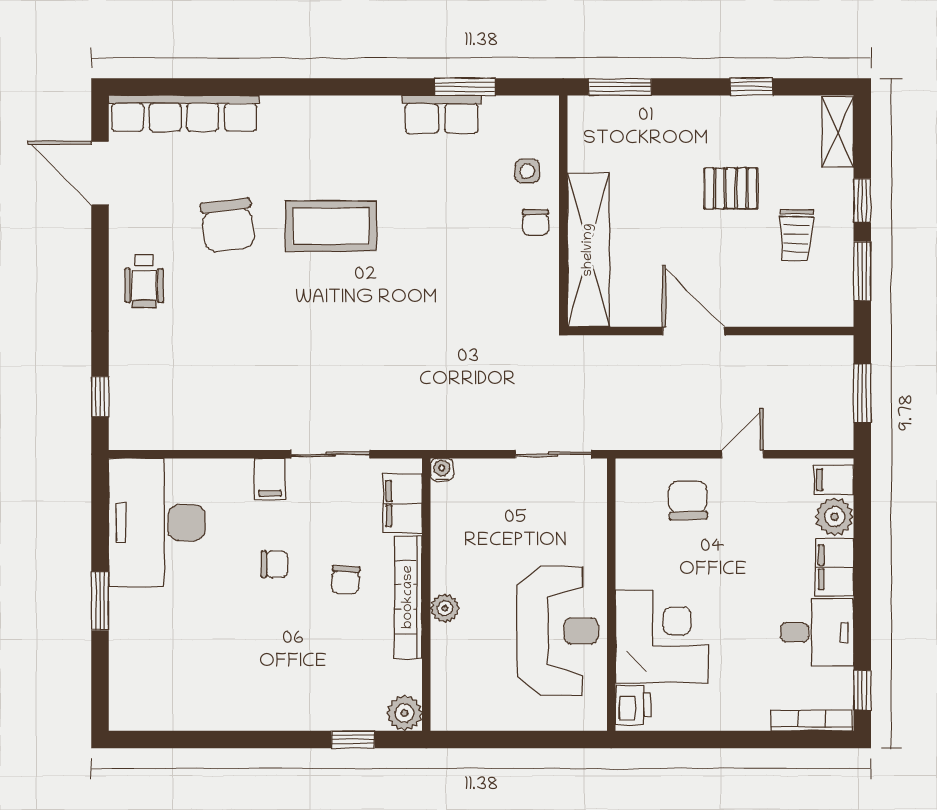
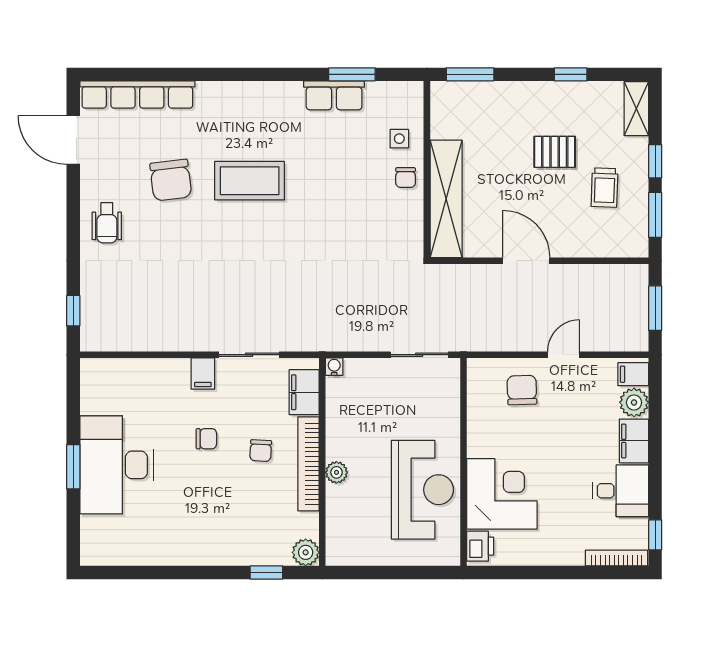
desk: (157, 523) -> (117, 465), moved

